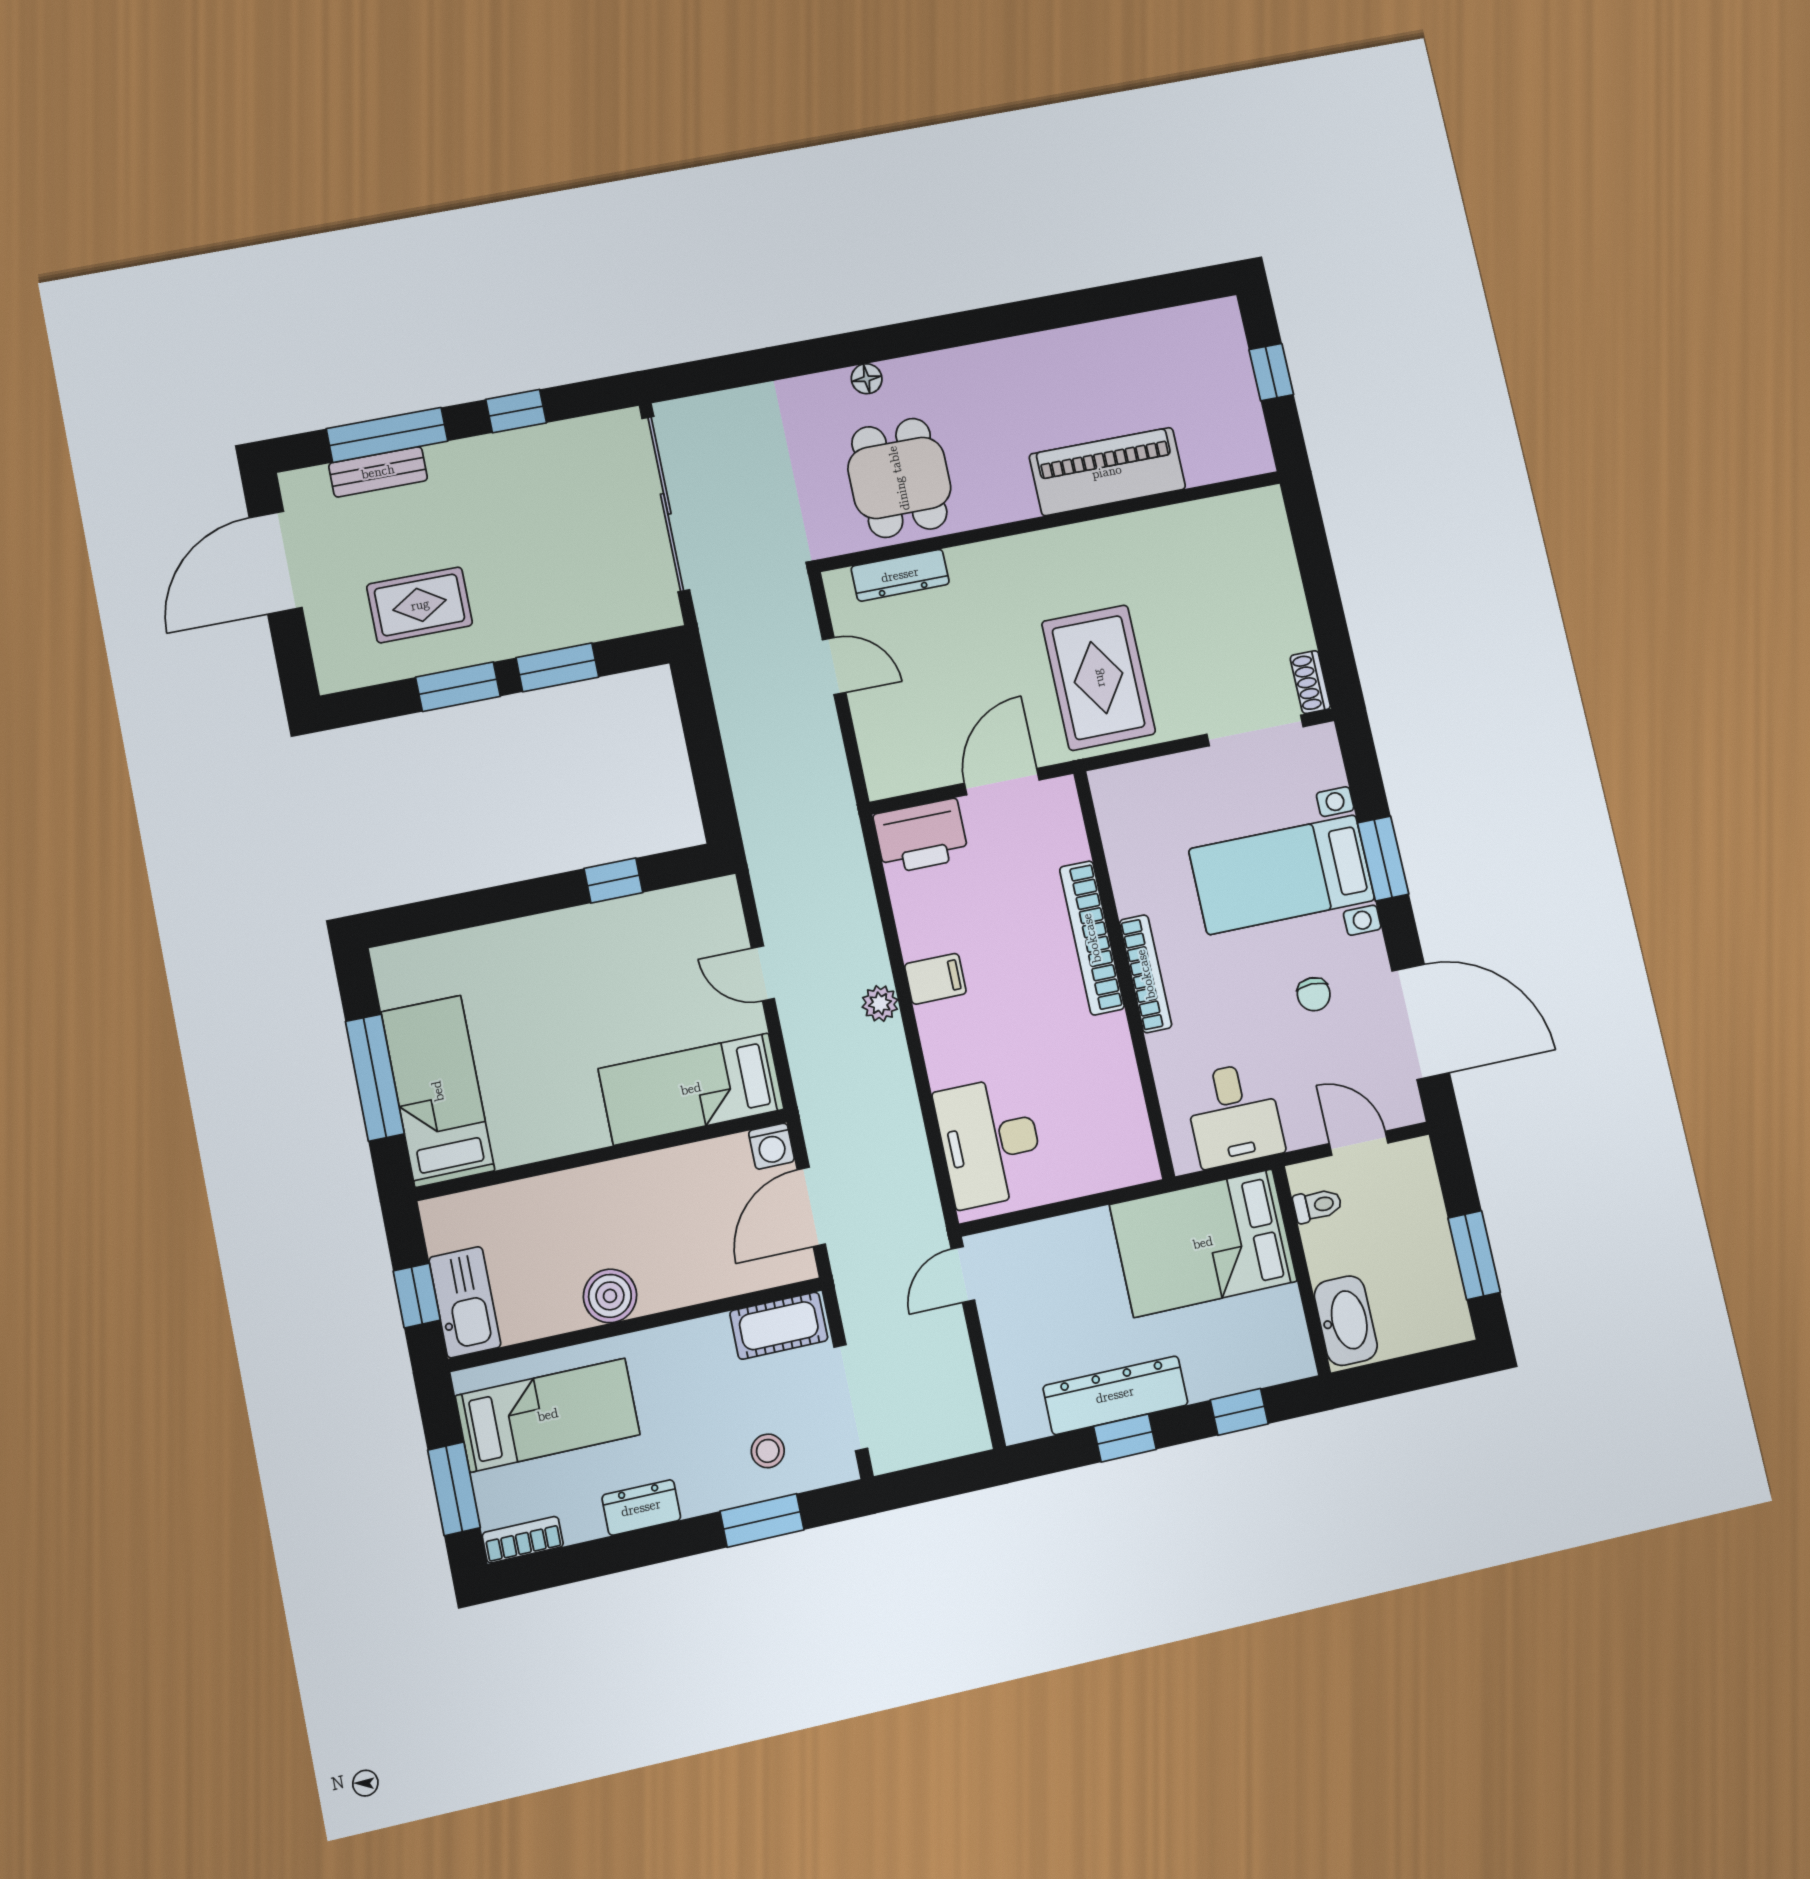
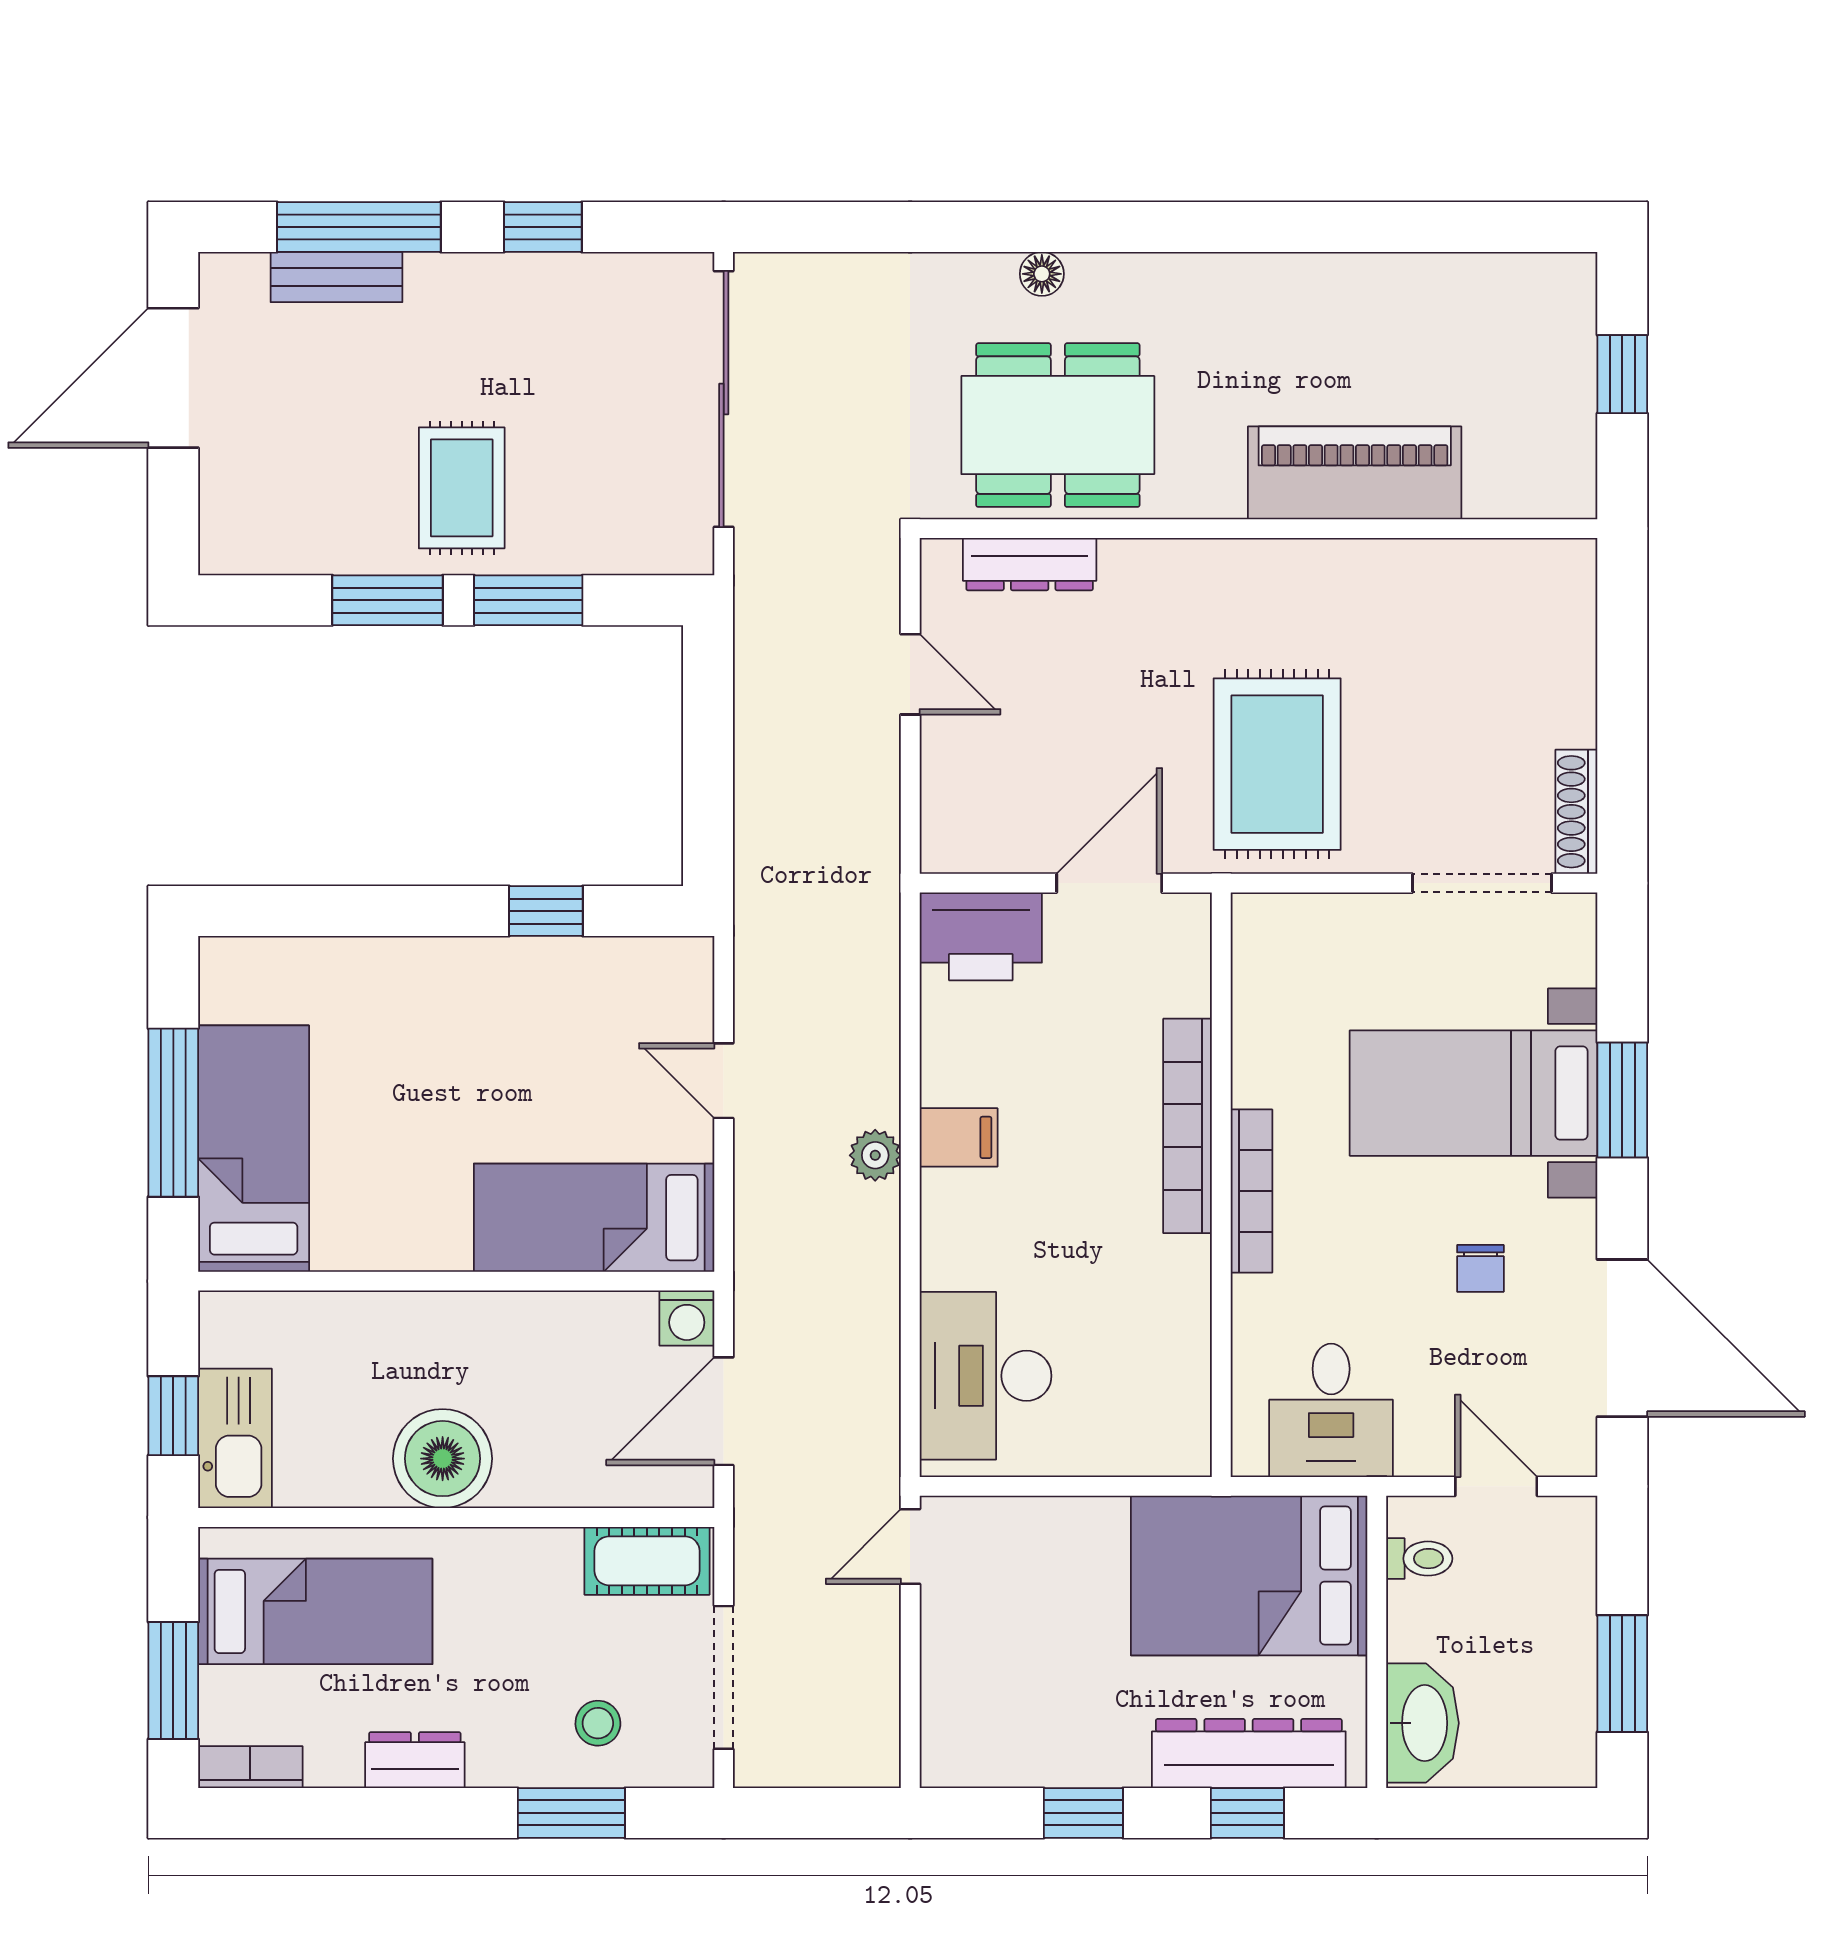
dining table: (899, 478) -> (1058, 425), width x1.38
rug: (420, 605) -> (462, 488), moved, turned 90
shoe rack: (1310, 682) -> (1576, 812), width x1.43
boiler: (610, 1296) -> (443, 1459), width x1.37, depth x1.37
dresser: (1115, 1395) -> (1249, 1753), moved

